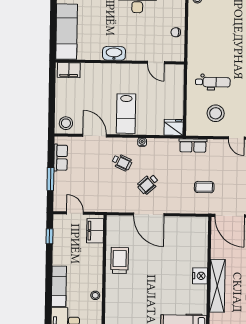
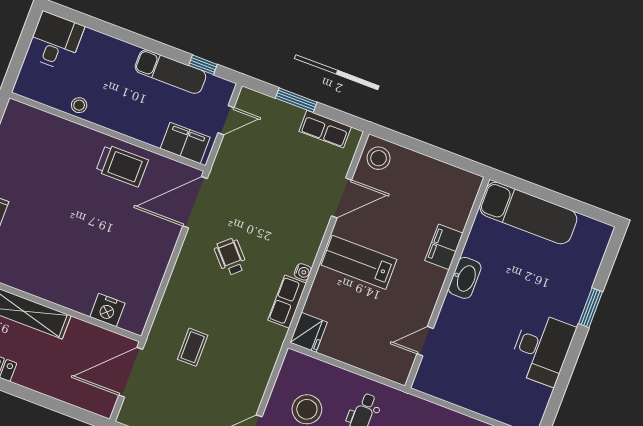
chair: (176, 32) -> (463, 392), removed
filing cabinet: (69, 70) -> (444, 247), moved
row of seats: (193, 145) -> (287, 302), moved
wheelchair: (122, 162) -> (281, 227), removed
door: (149, 214) -> (195, 202), moved
nightstand: (200, 276) -> (107, 310), moved
exam couch: (59, 286) -> (170, 72), moved

